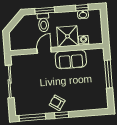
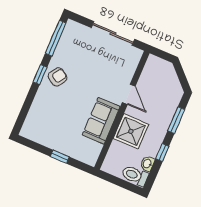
window: (82, 8) -> (162, 153), moved
toilet: (43, 23) -> (135, 176), moved
washing machine: (84, 40) -> (116, 148), removed
window: (108, 74) -> (60, 157), width x0.46

